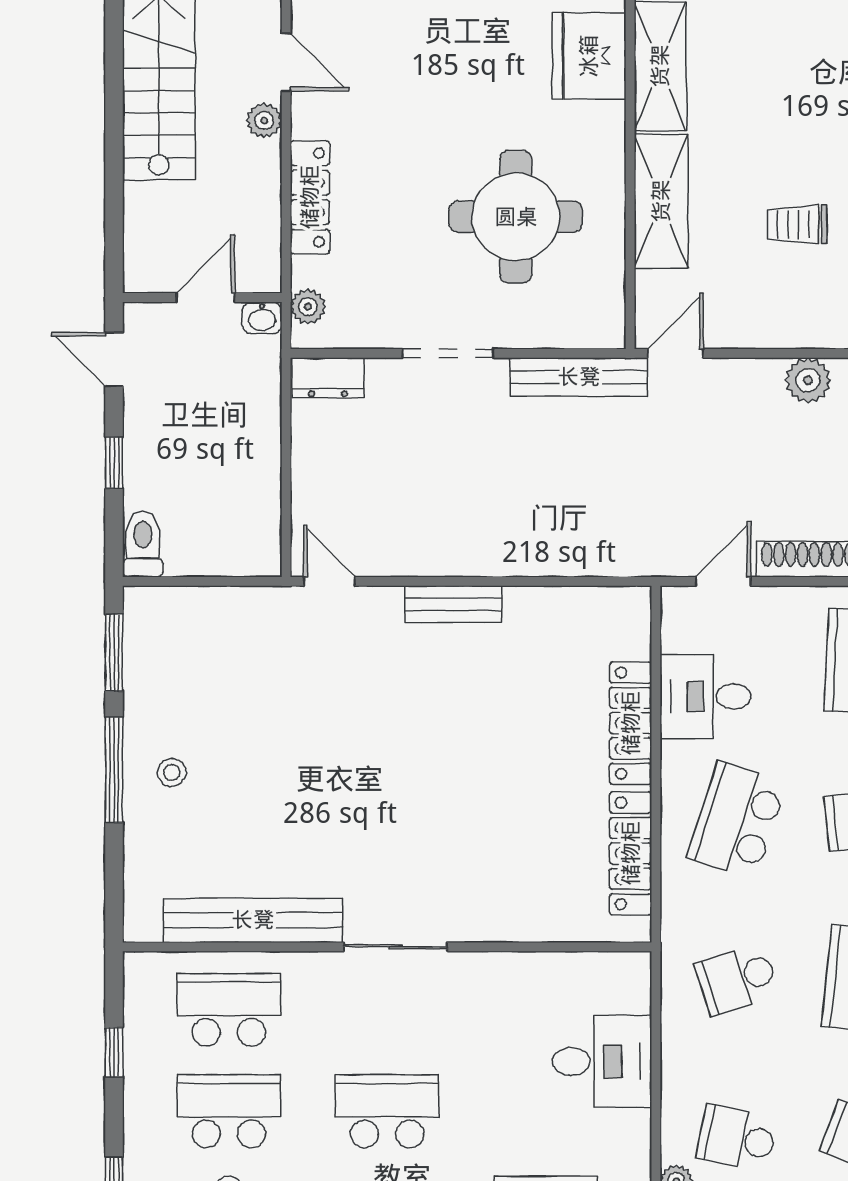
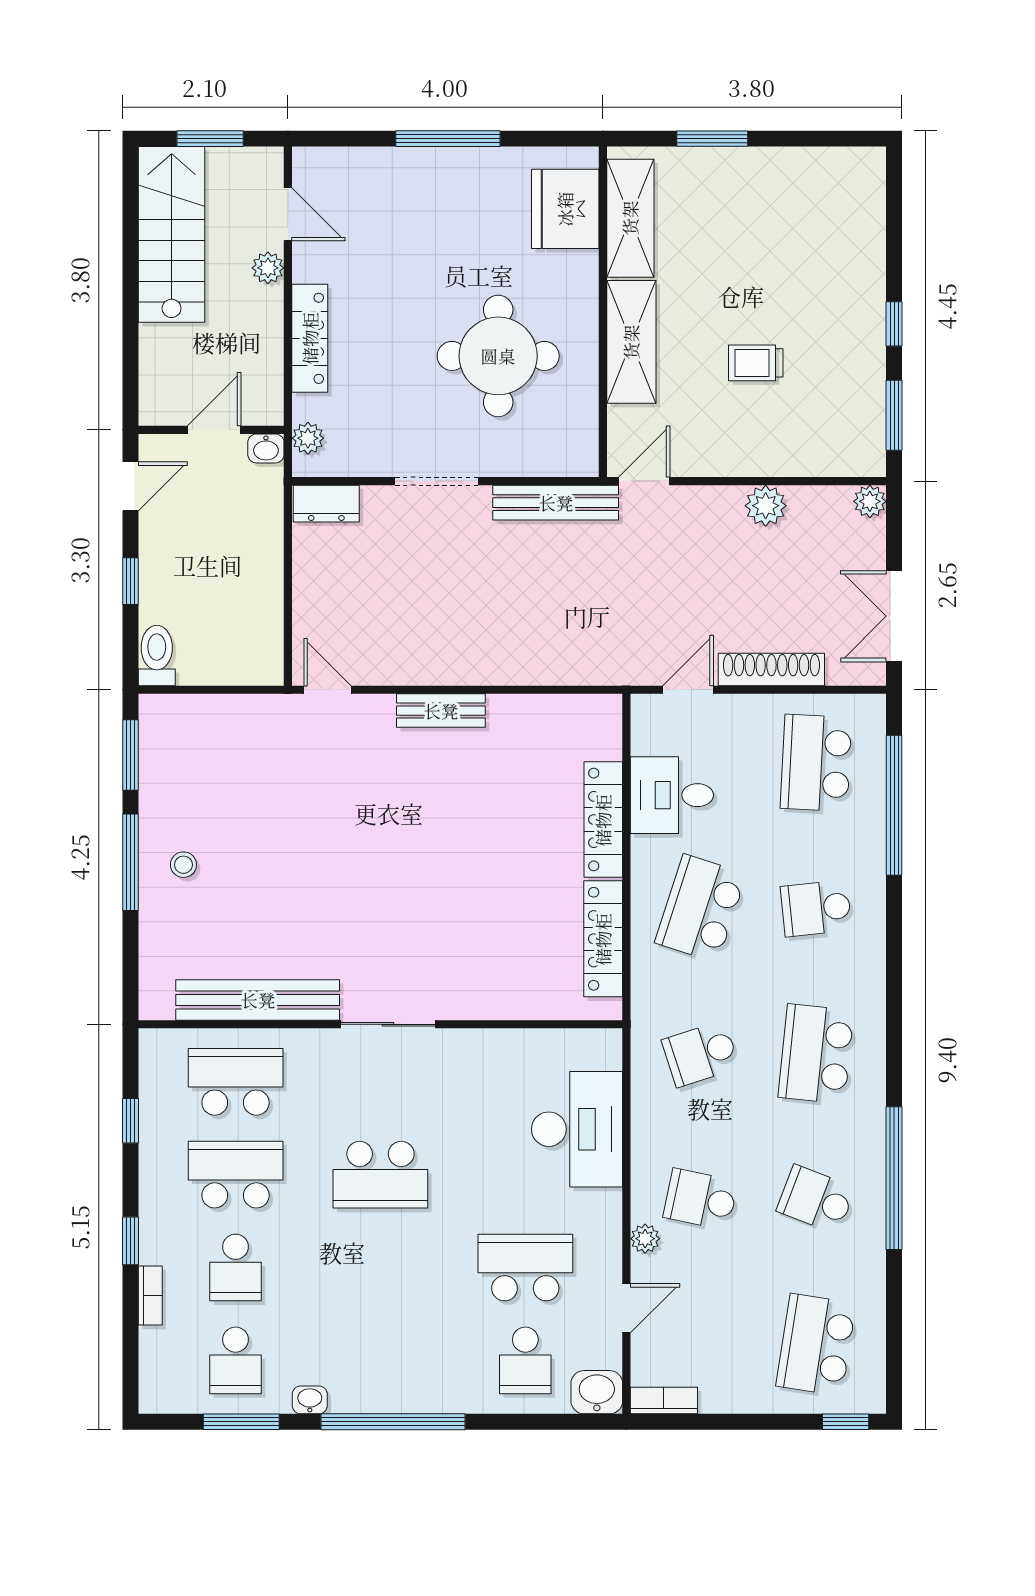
door: (114, 359) -> (130, 486), swing flipped
desk: (602, 1062) -> (577, 1129), width x1.37
school desk: (387, 1111) -> (380, 1175), turned 180

